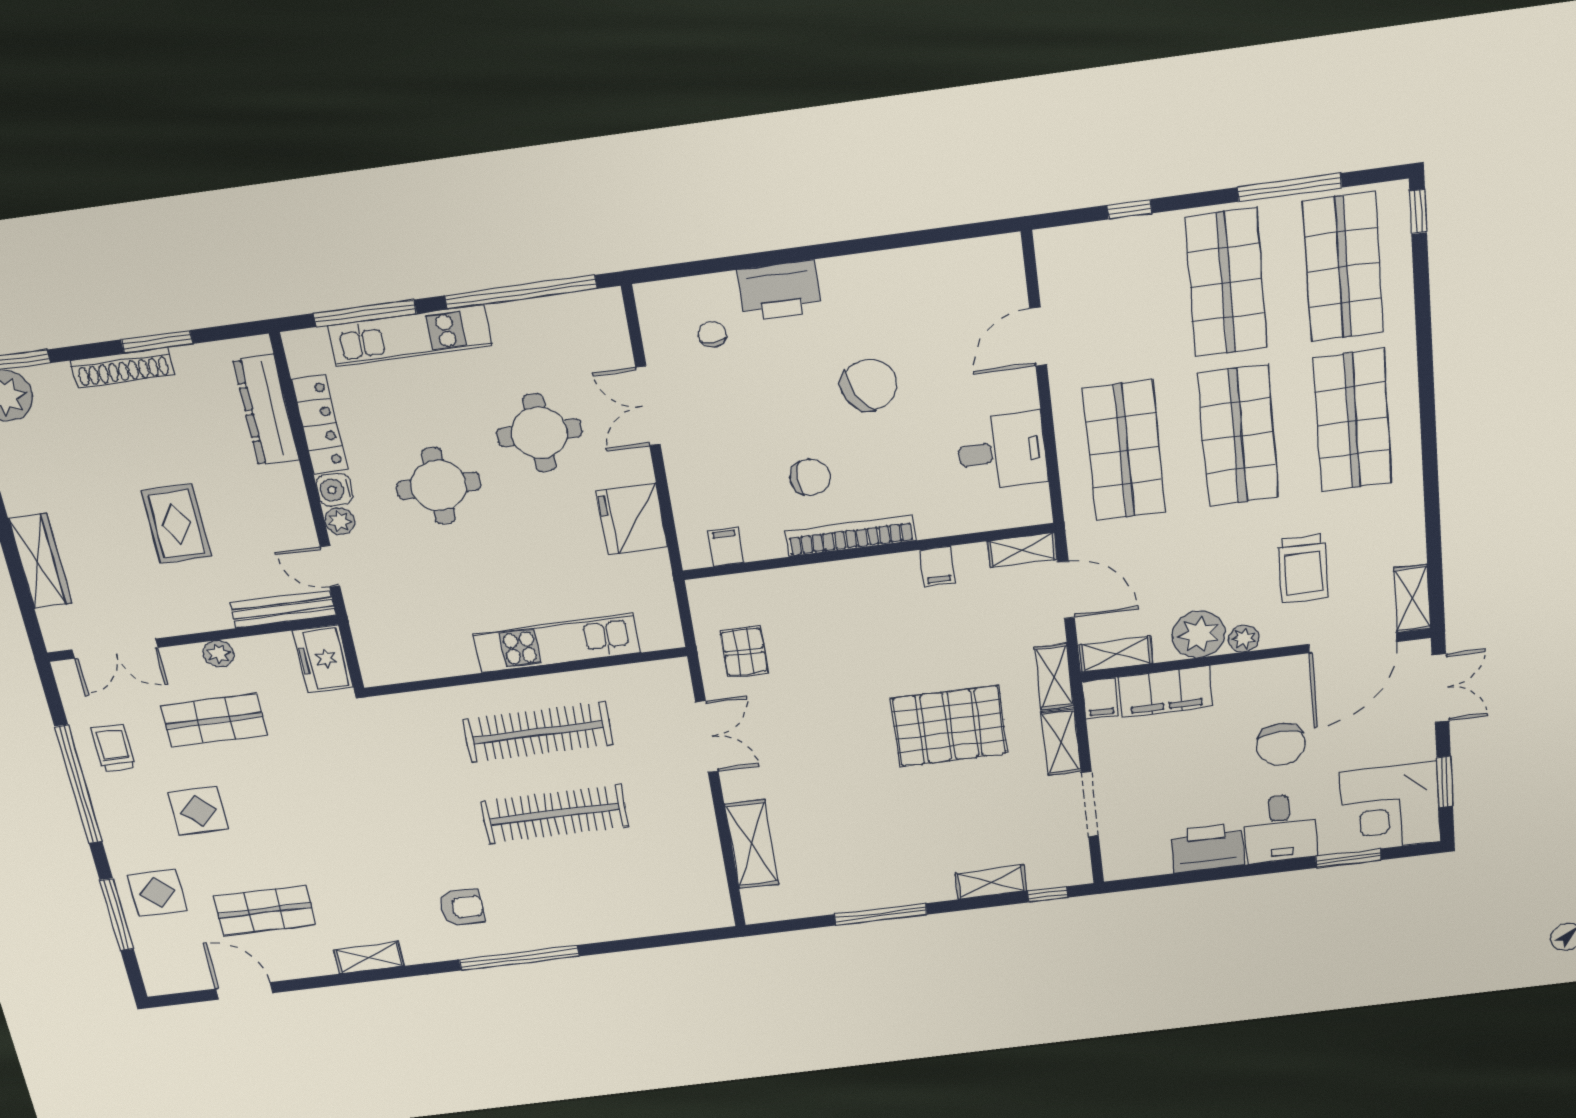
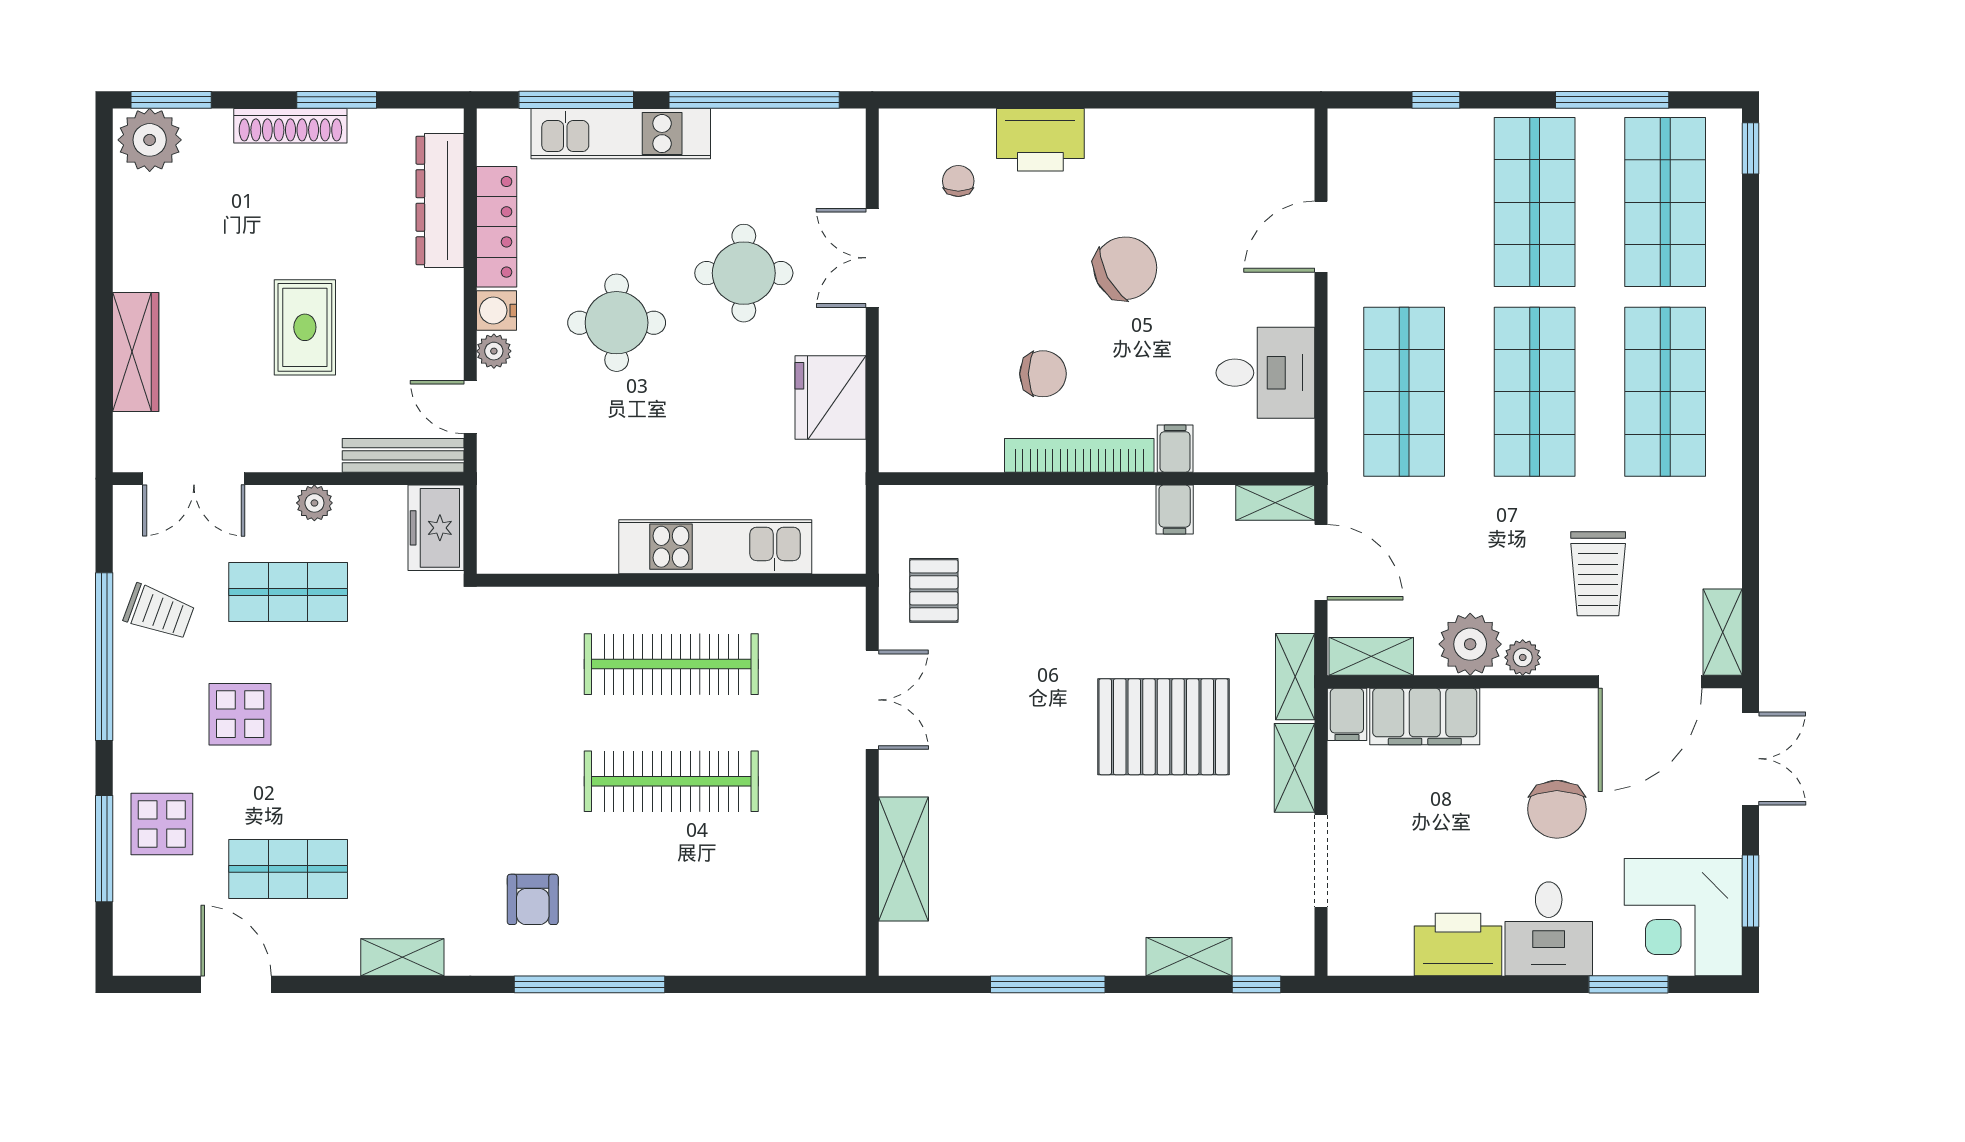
filing cabinet: (726, 547) -> (1175, 449), moved
trolley: (114, 748) -> (159, 612), turned 110
armchair: (462, 907) -> (533, 899), turned 90

